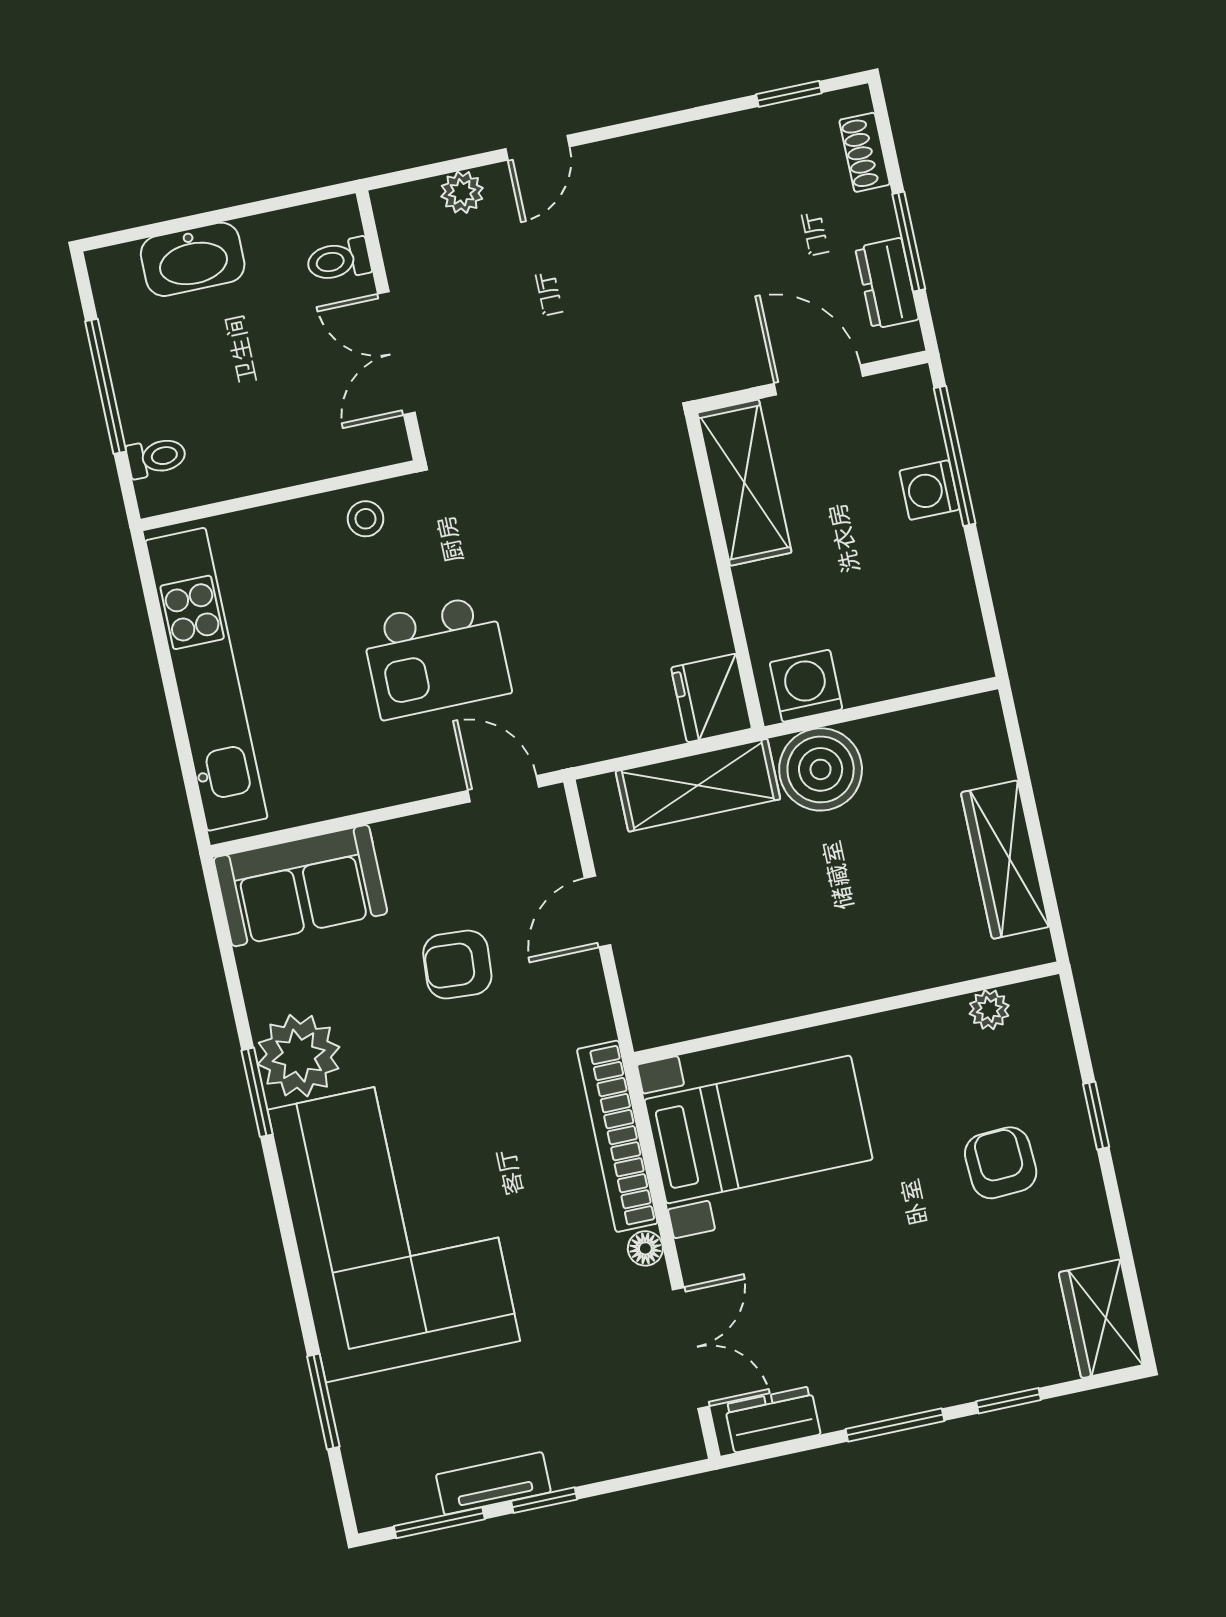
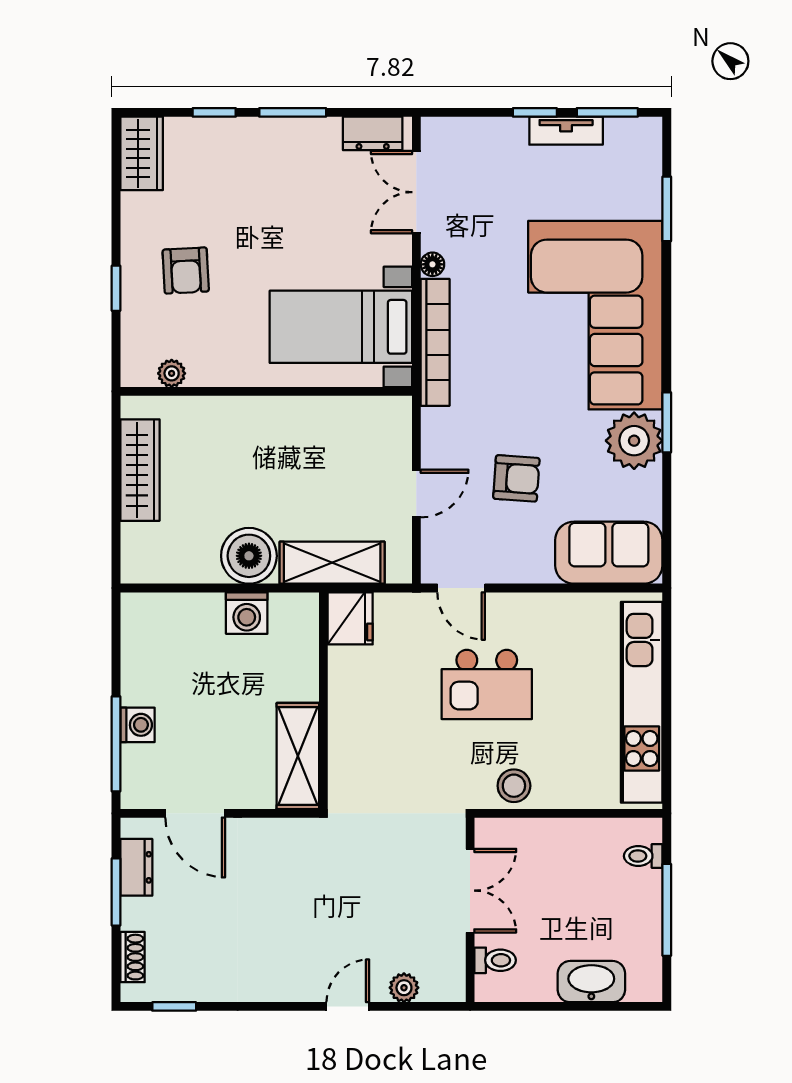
shelving: (744, 483) -> (298, 756), moved
stool: (366, 519) -> (514, 786), width x1.37, depth x1.37
wall: (725, 571) -> (323, 701), moved
kitchen island: (436, 657) -> (487, 684), turned 180
fridge: (711, 698) -> (350, 618), moved

